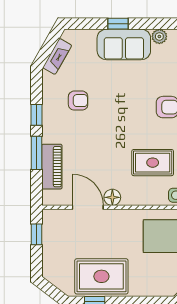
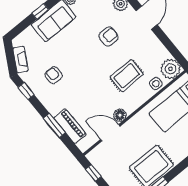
armchair: (78, 101) -> (54, 75), turned -90
window: (36, 115) -> (26, 91), moved

